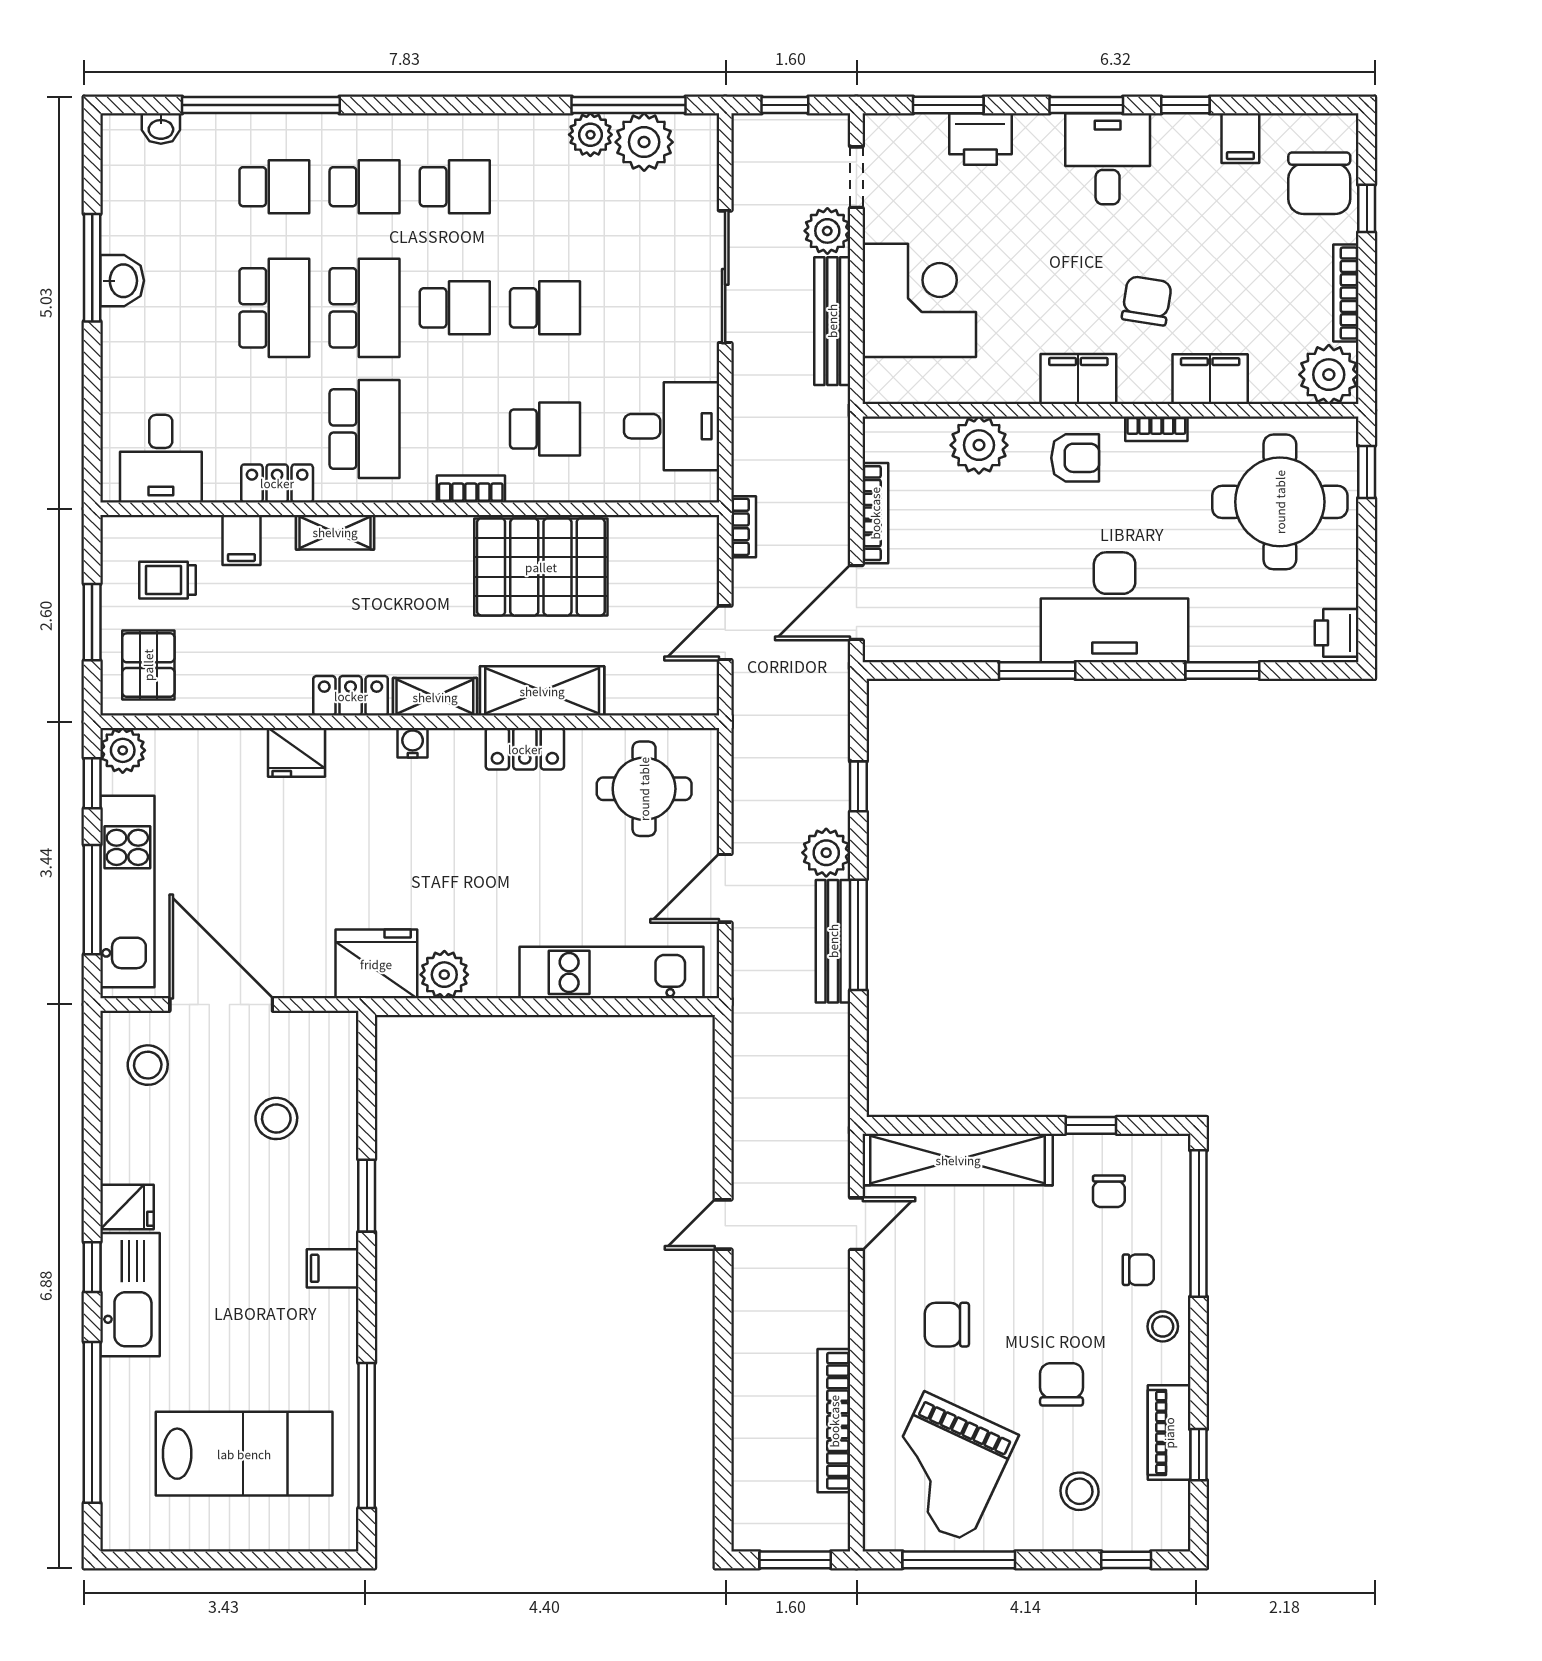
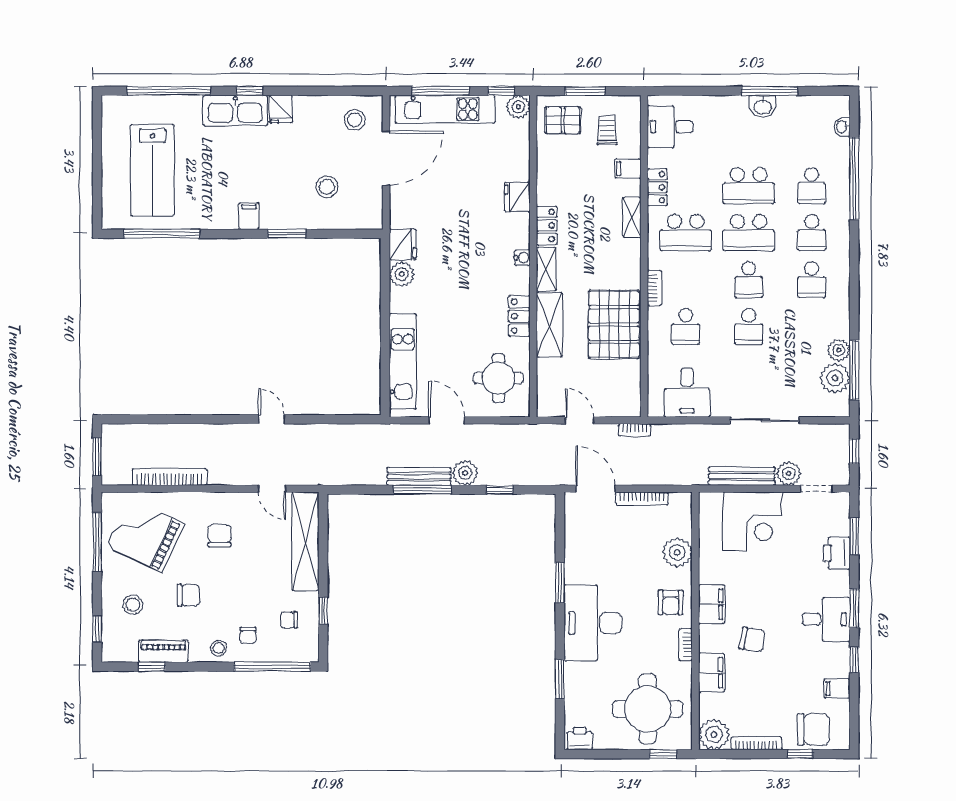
chair: (1319, 183) -> (813, 729), turned 180
fridge: (376, 964) -> (403, 244), width x0.73, depth x0.75

